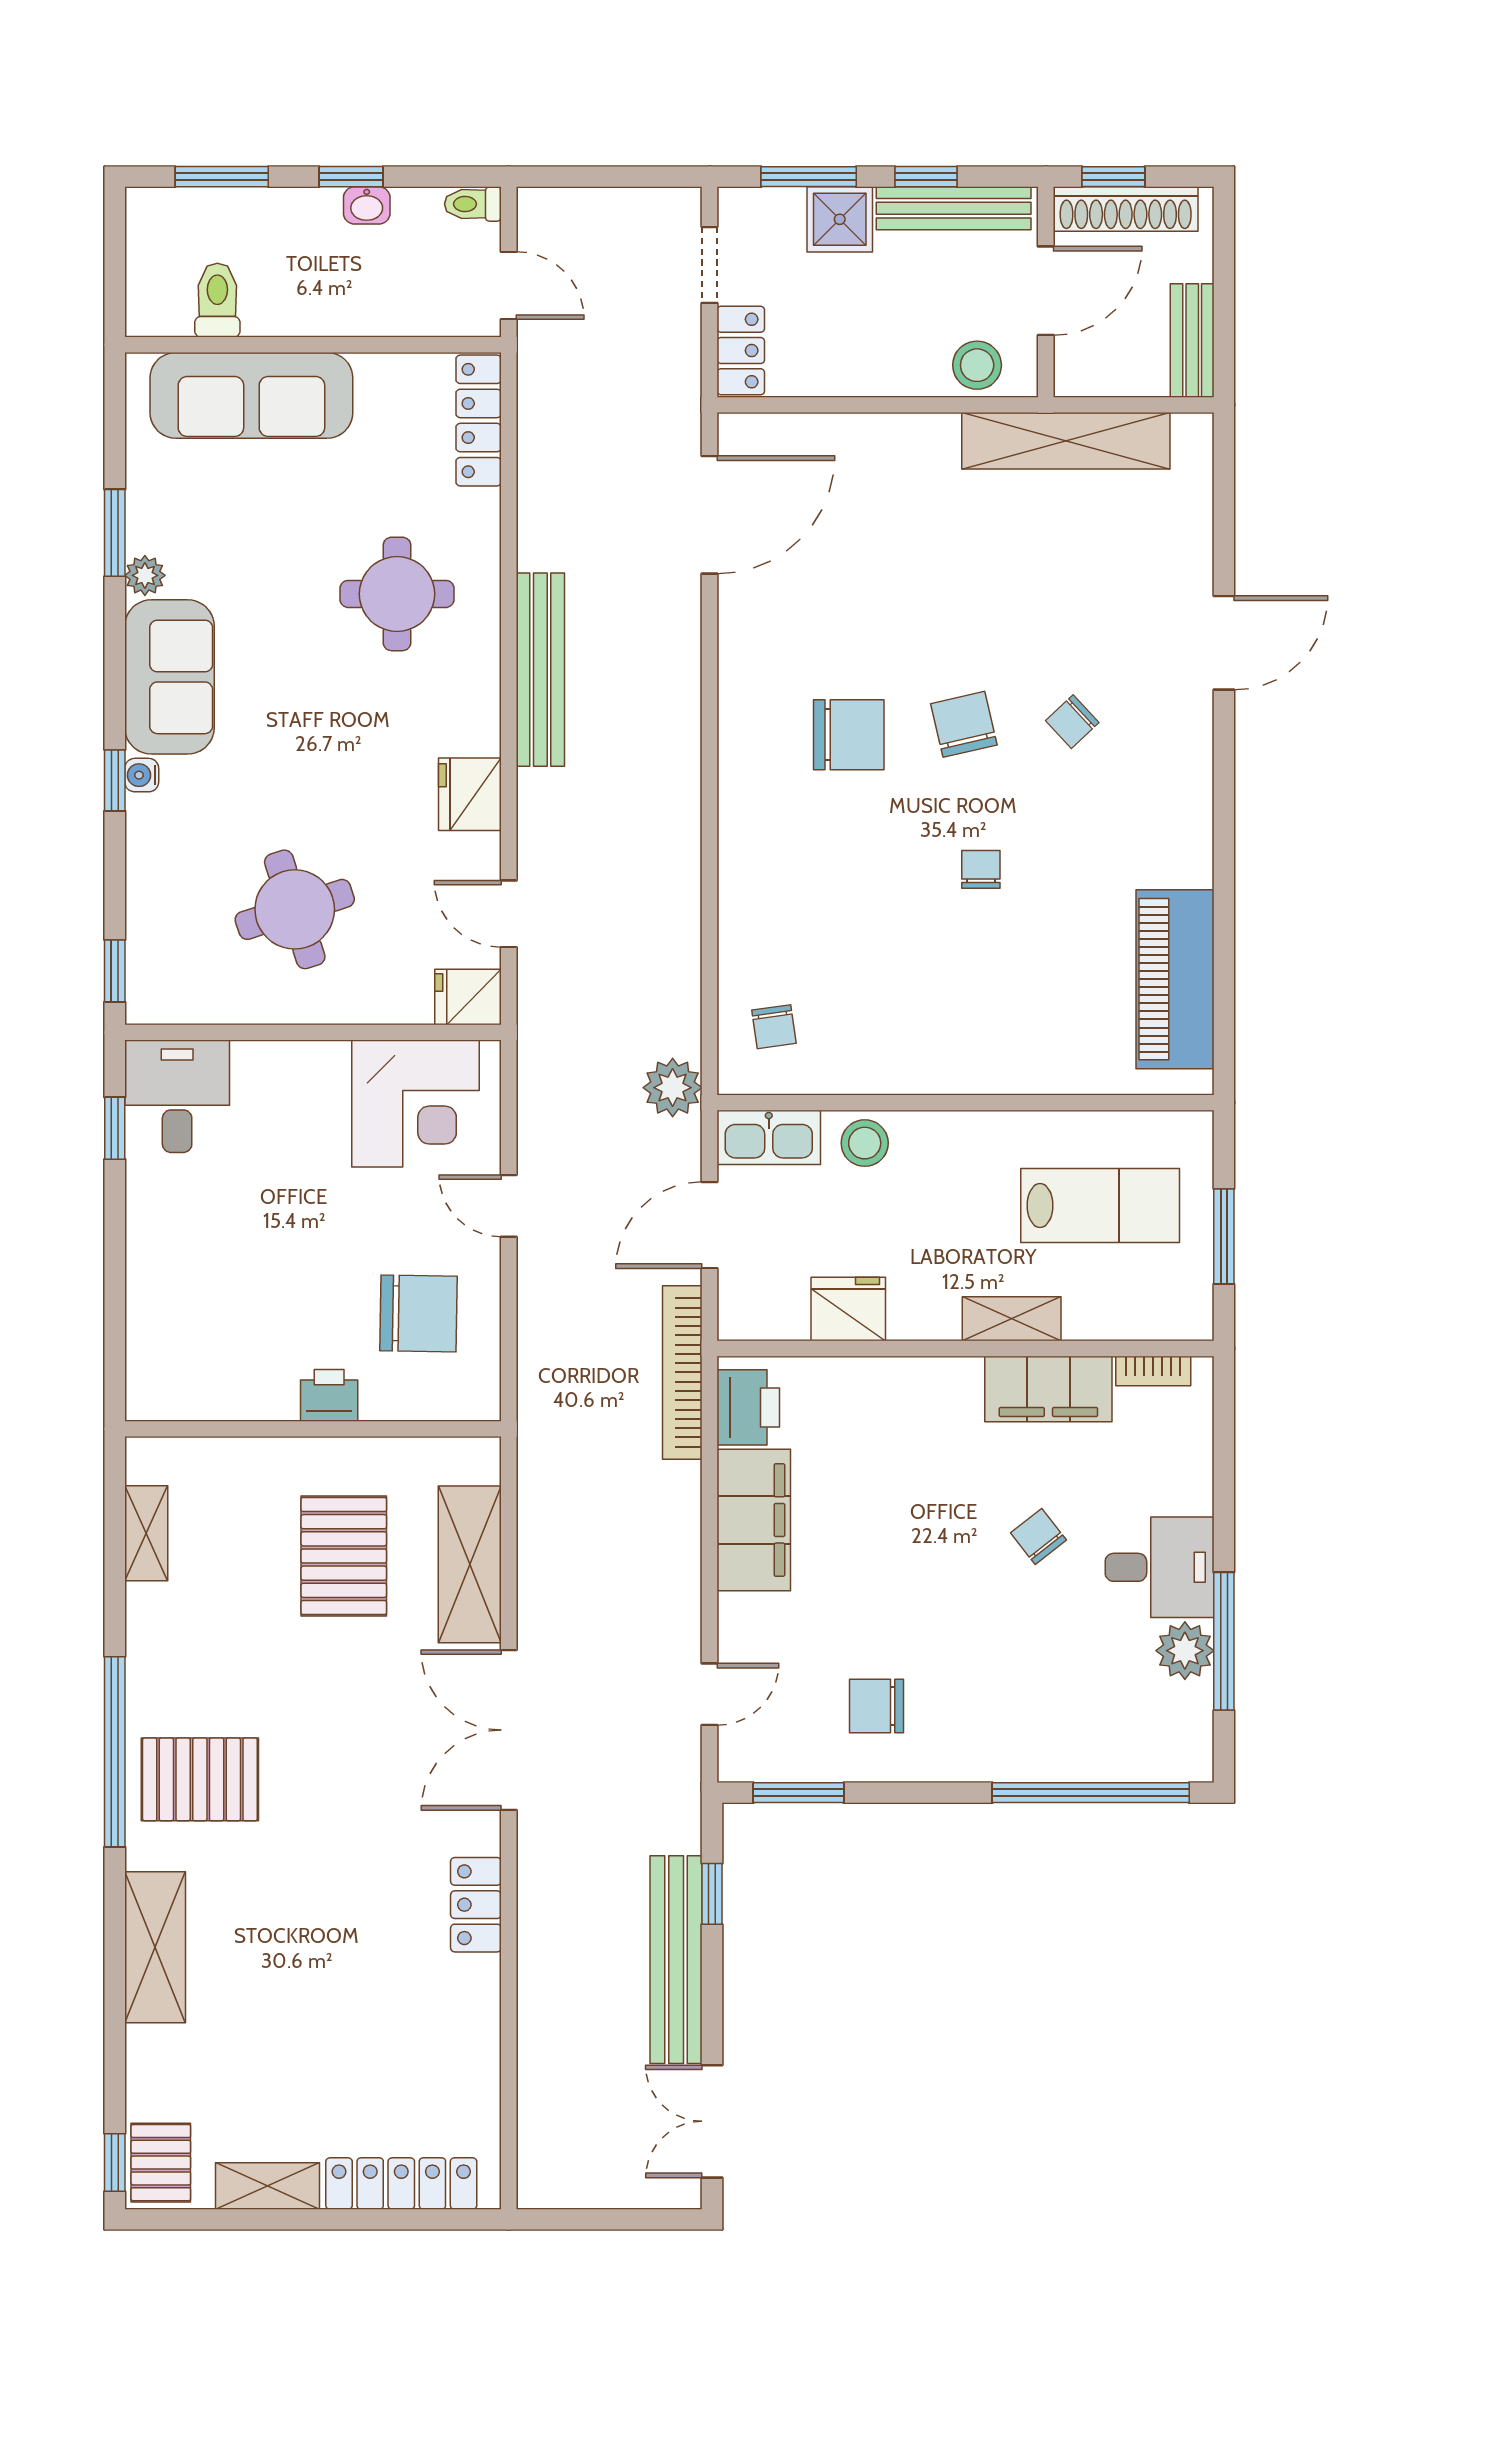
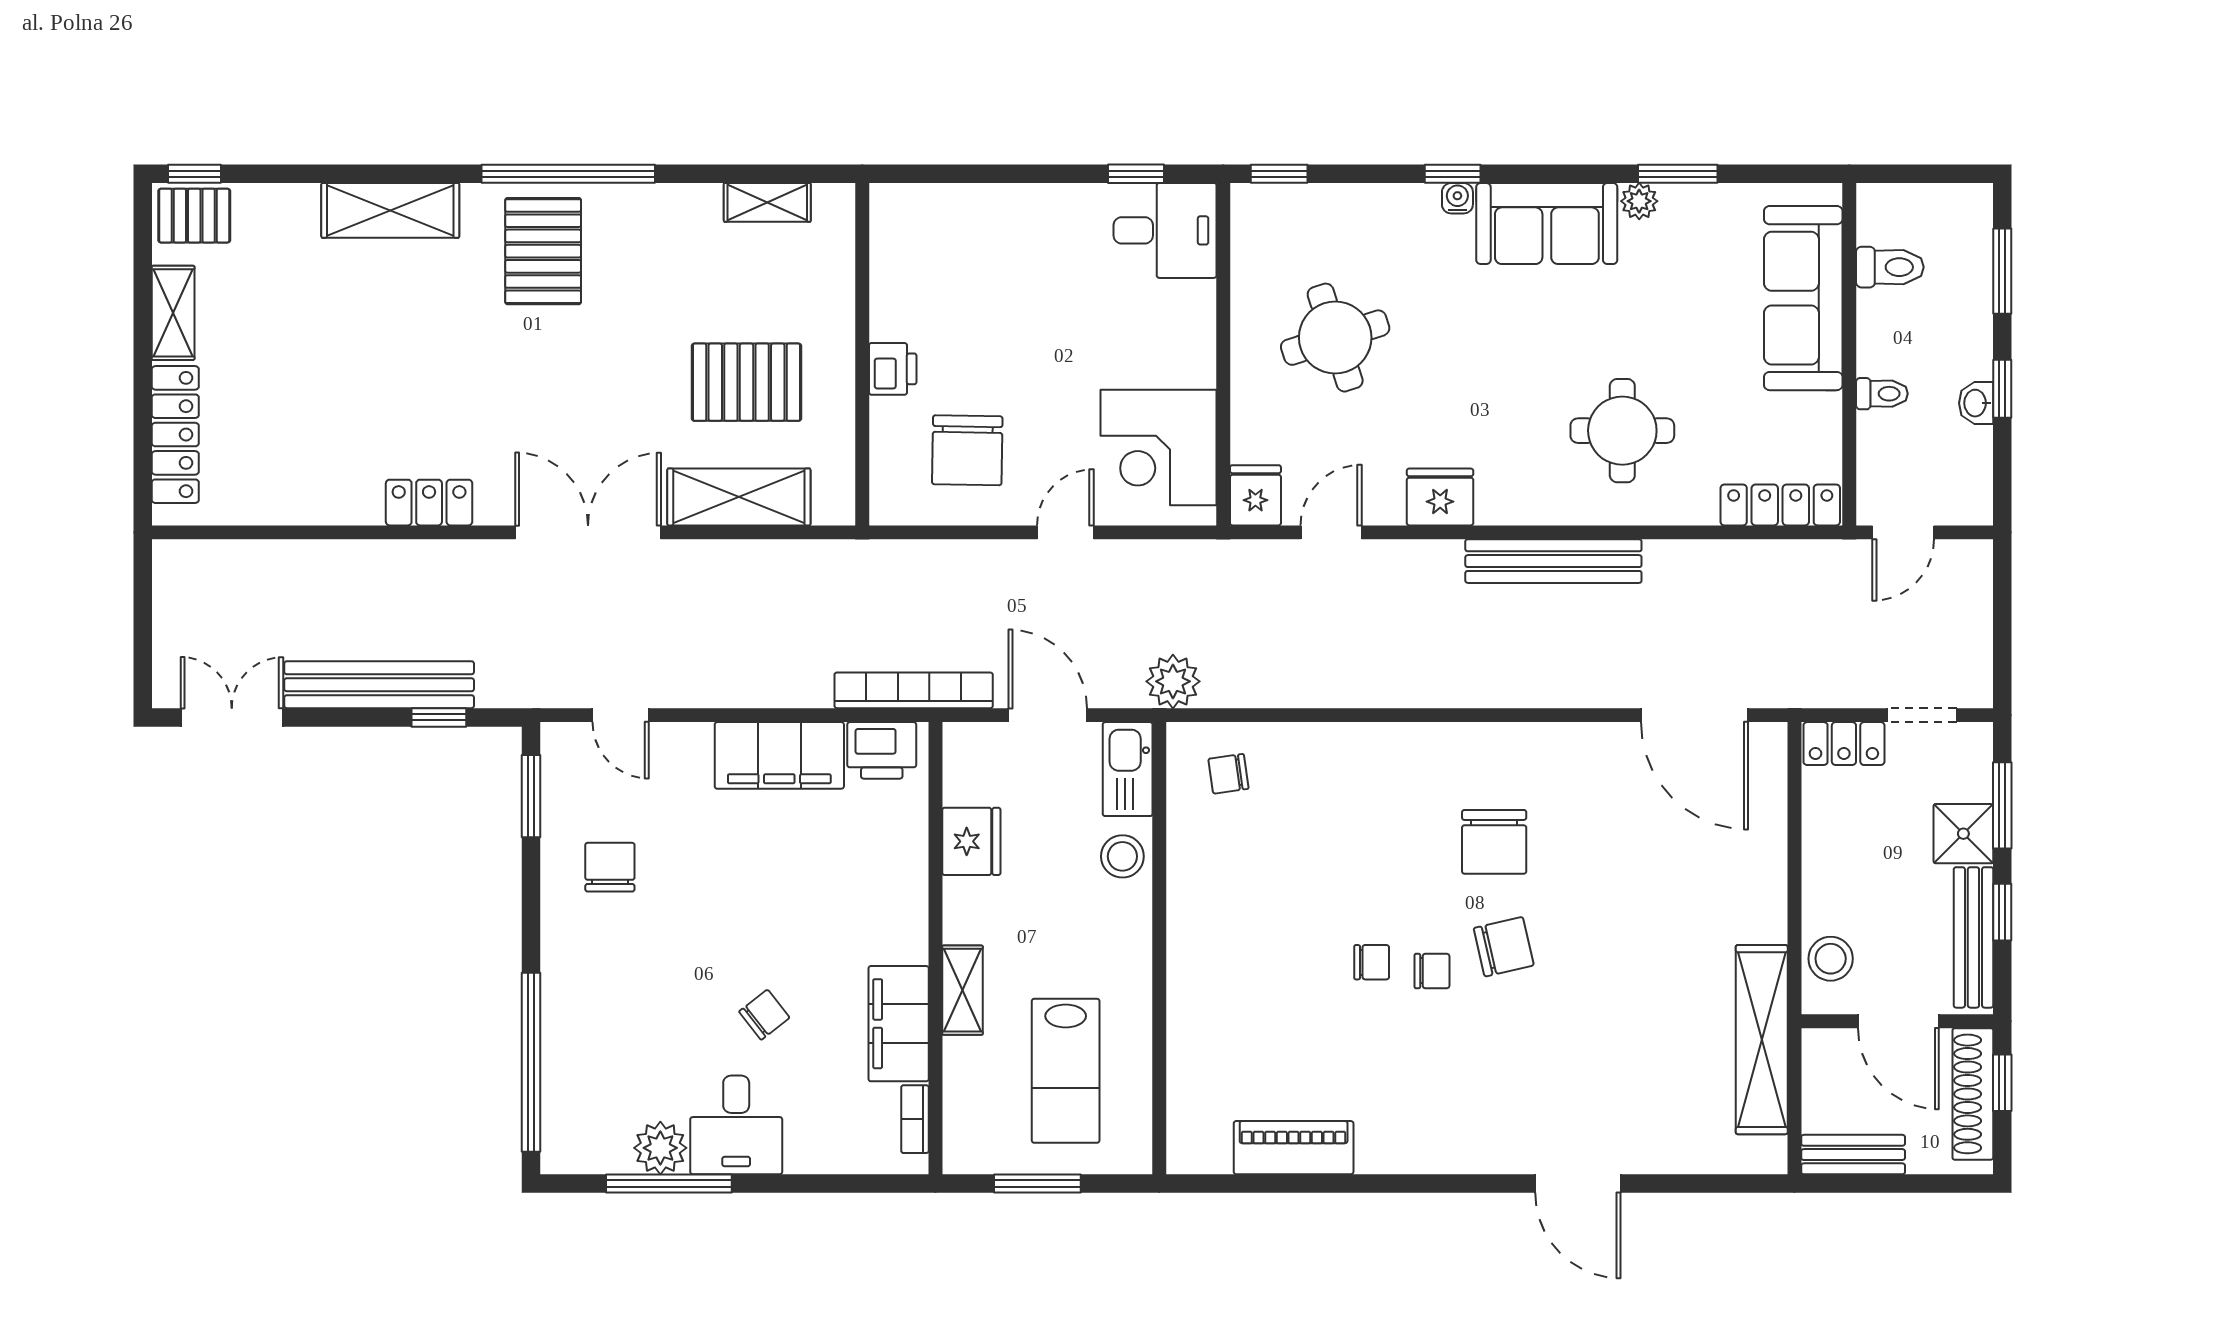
toilet: (473, 204) -> (1882, 394), moved, turned 90
chair: (1072, 722) -> (1432, 971), moved, turned 133
piano: (1175, 979) -> (1294, 1148), width x0.73, depth x0.75

